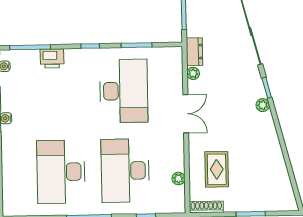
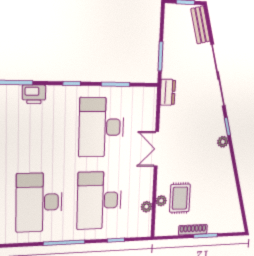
plant: (193, 73) -> (161, 201), moved
desk: (124, 91) -> (101, 127), turned 180
double door: (186, 114) -> (156, 149), swing flipped
shoe rack: (206, 207) -> (193, 230), moved

